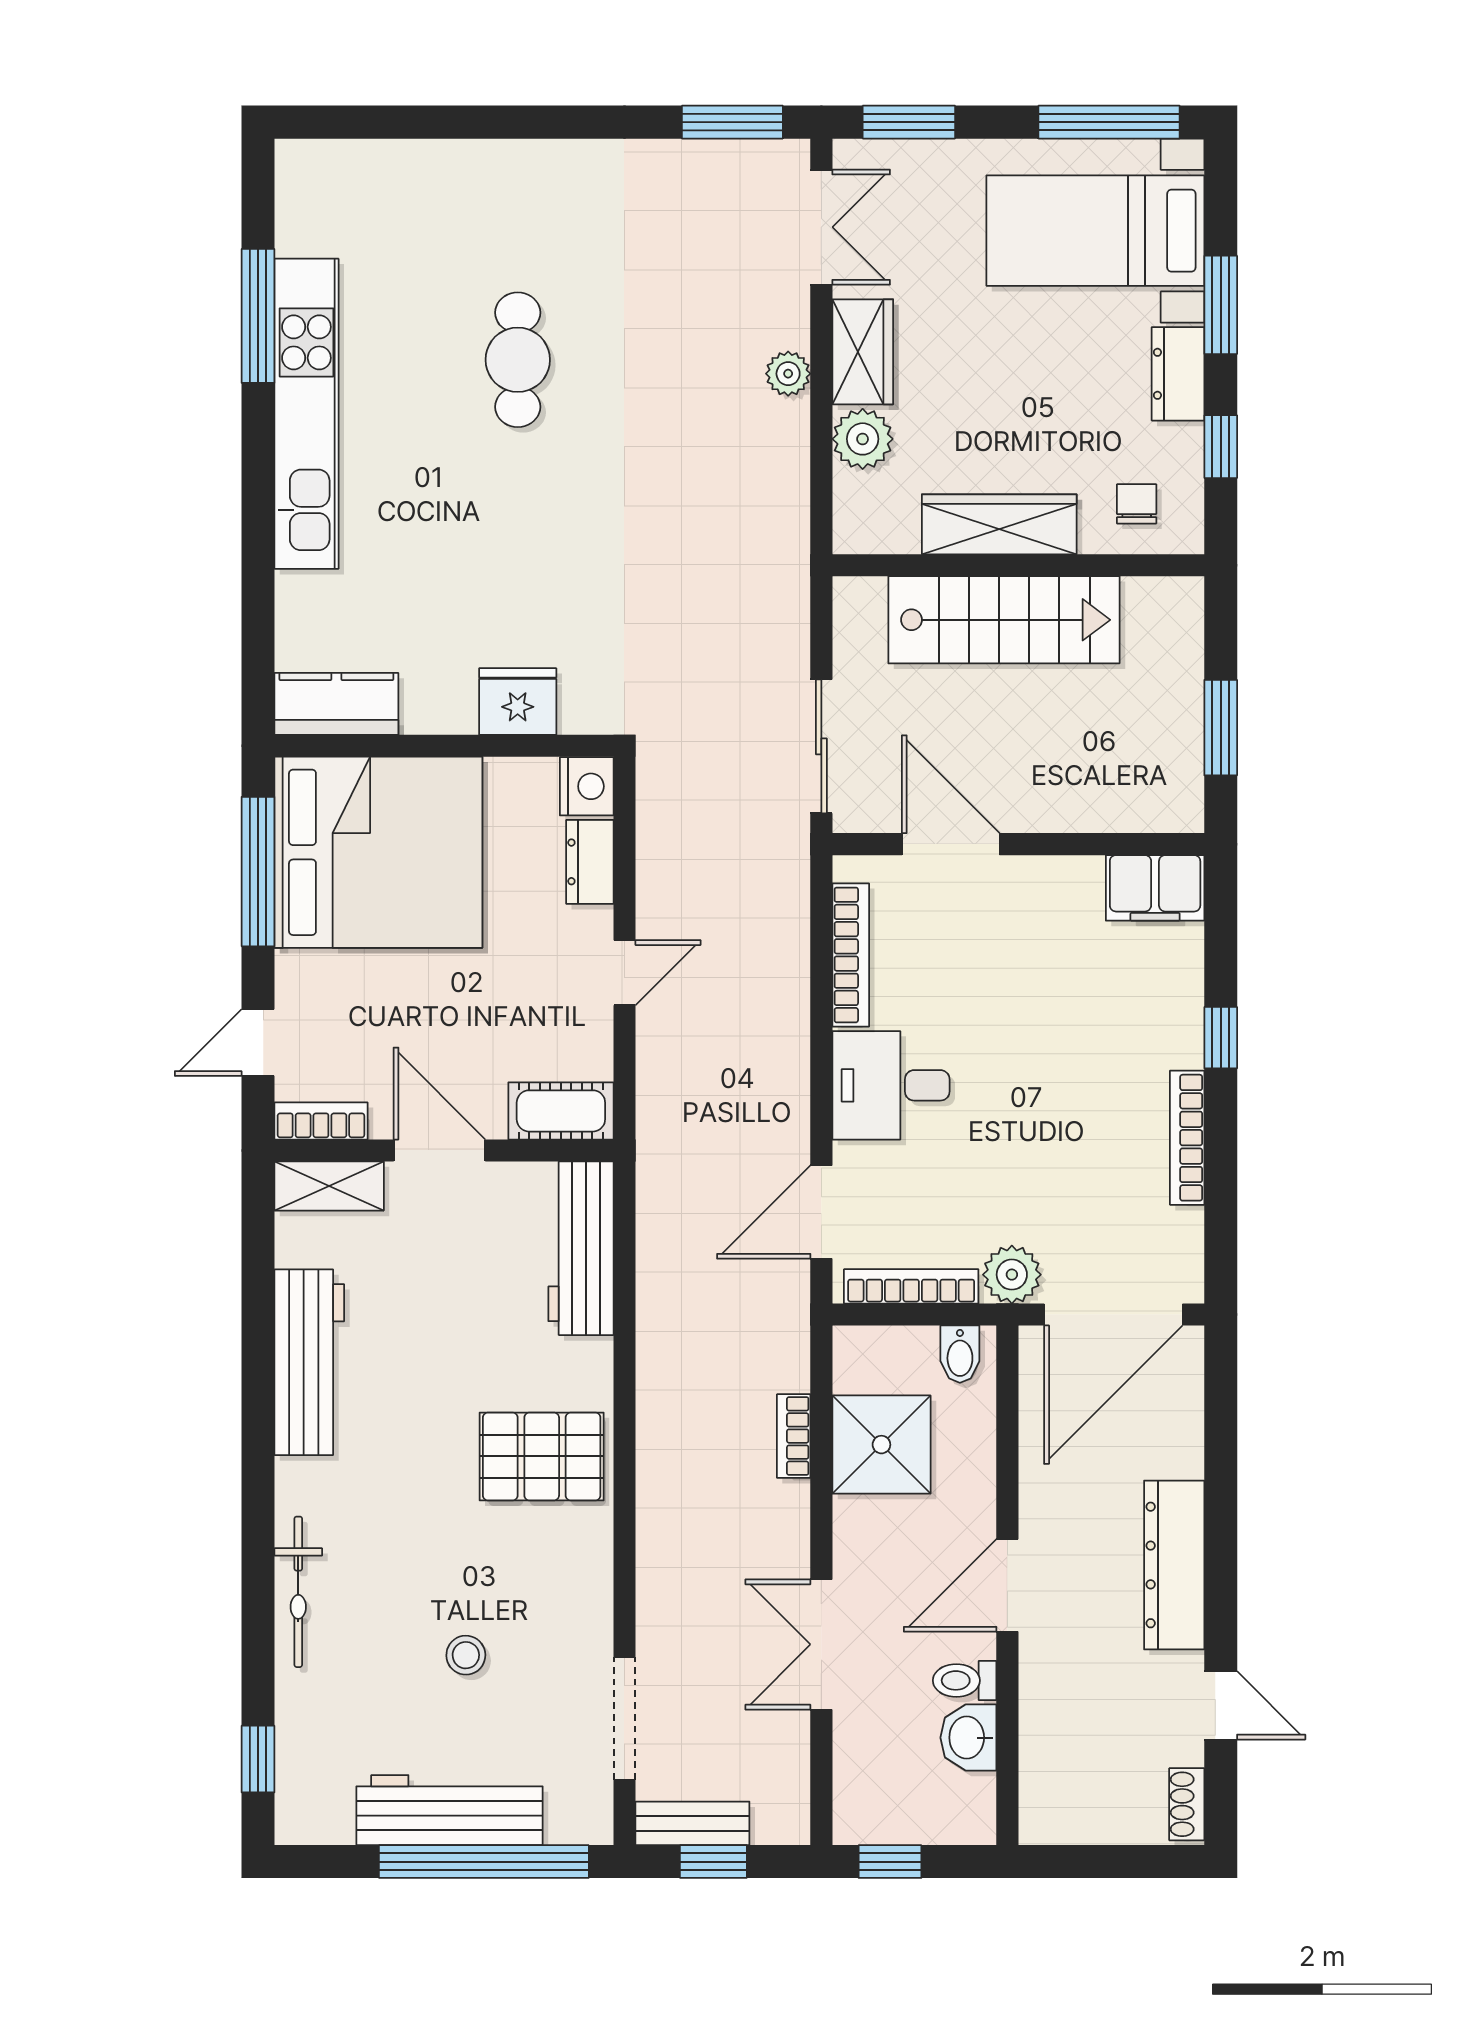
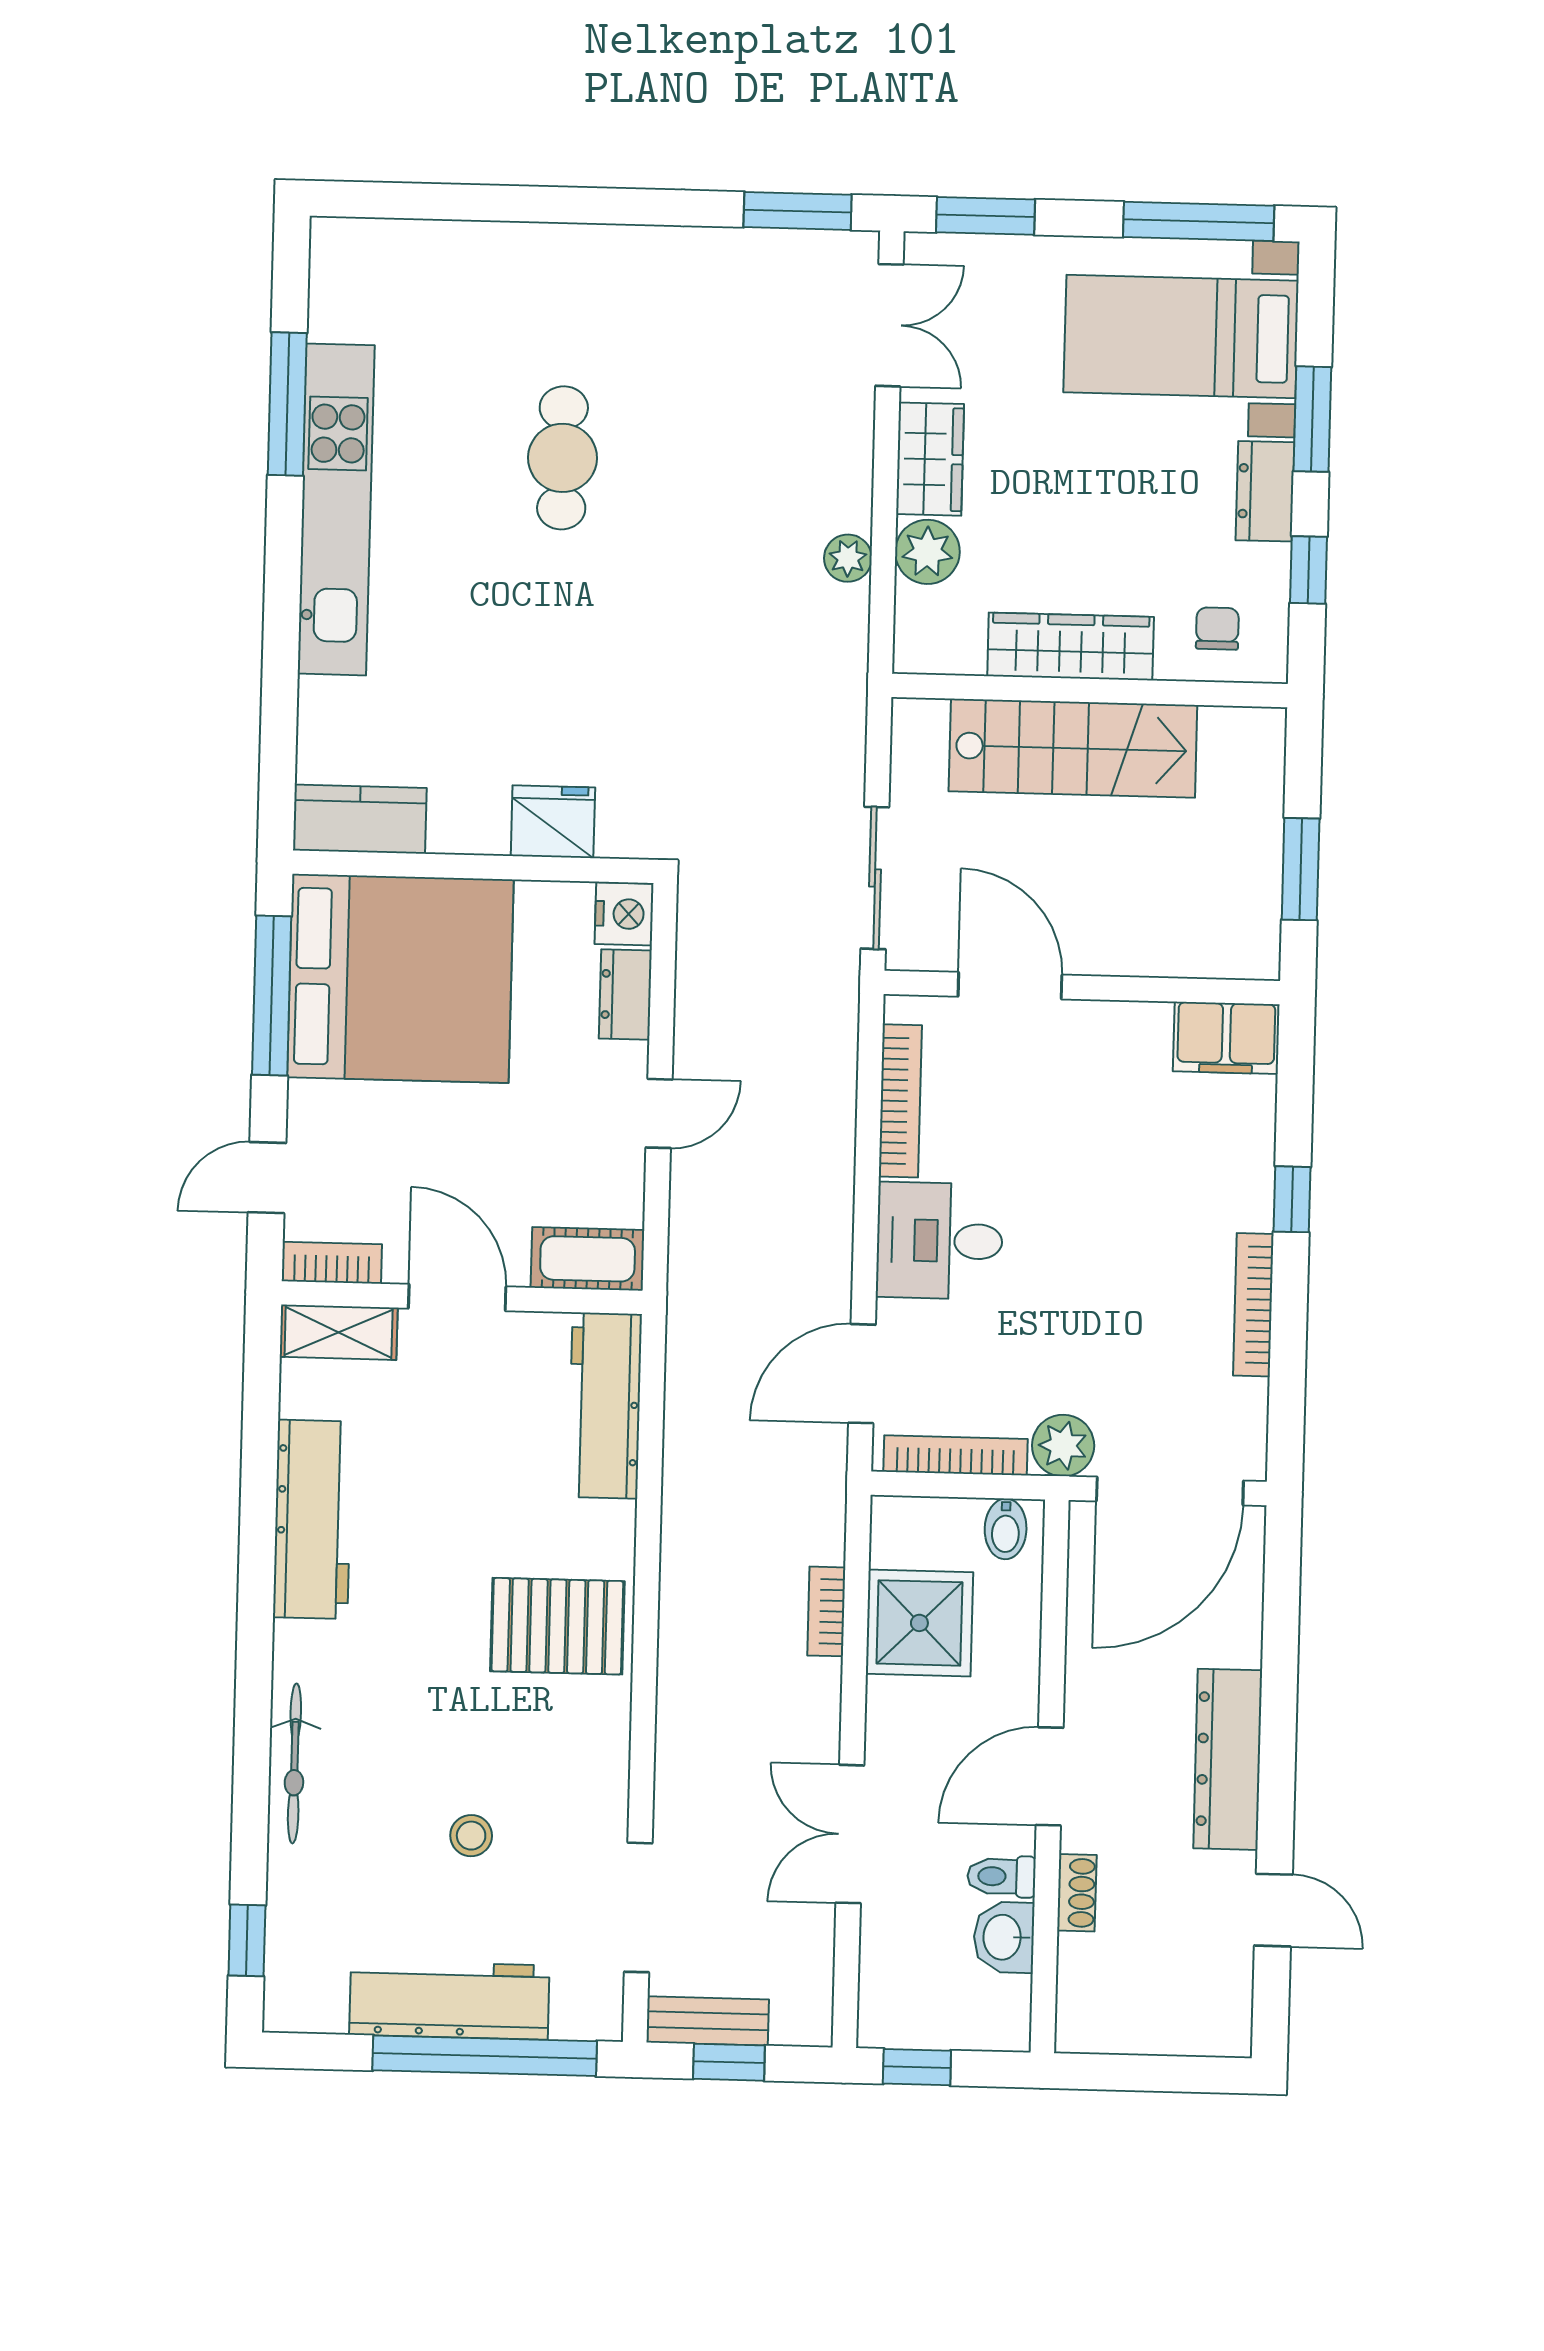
plant: (788, 374) -> (848, 558), moved
shoe rack: (1187, 1804) -> (1077, 1893), moved, turned 180

